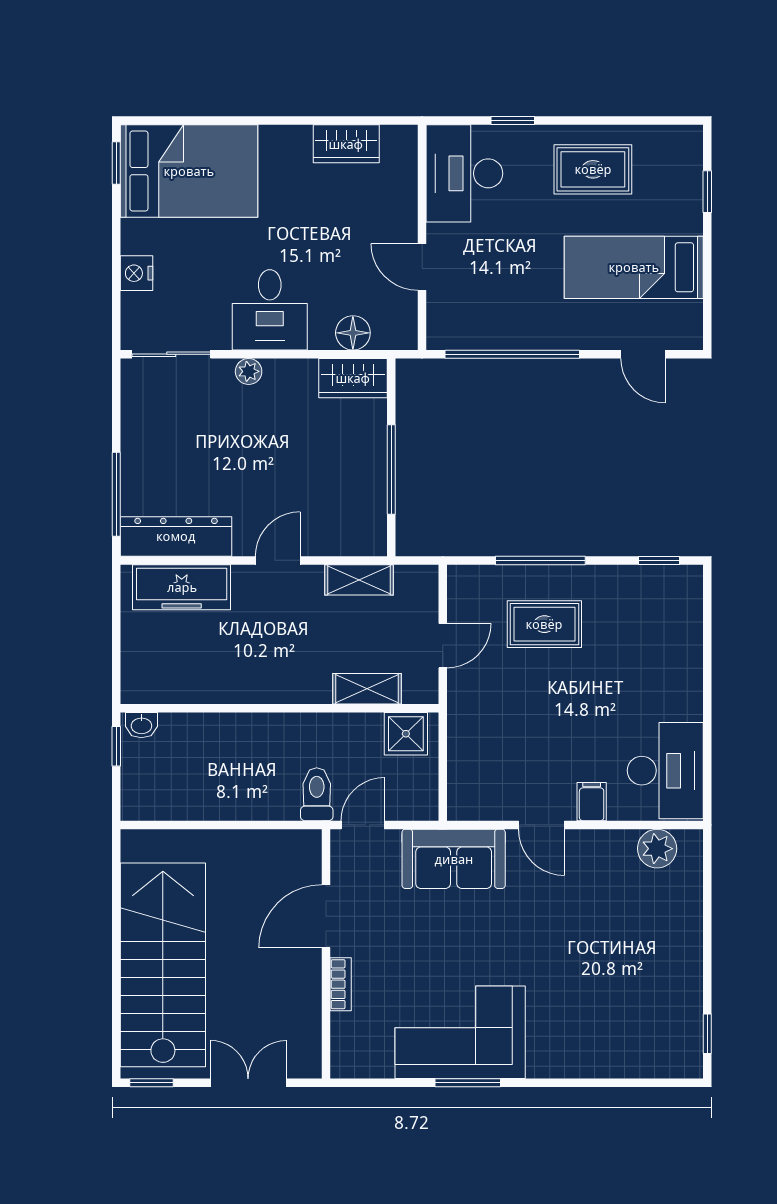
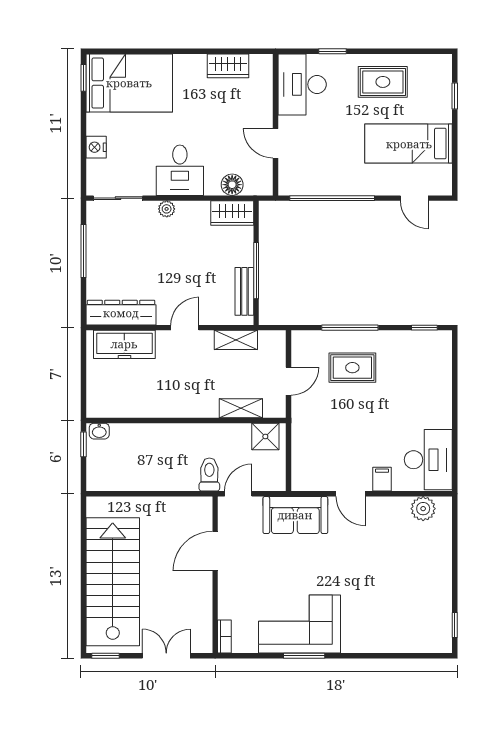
window: (116, 494) -> (83, 251), moved
bench: (372, 503) -> (244, 291), added
bookcase: (341, 984) -> (224, 636), moved

